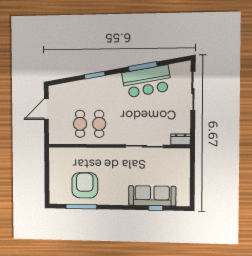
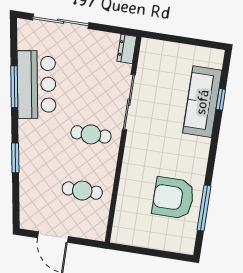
cafe table: (99, 124) -> (91, 134), moved

